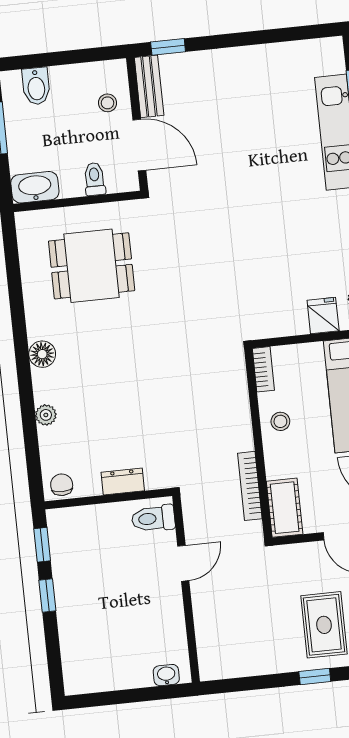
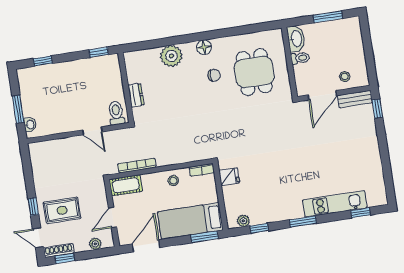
bidet: (36, 86) -> (352, 37), removed
toilet: (95, 179) -> (300, 58), moved
fridge: (323, 316) -> (229, 177), moved
plant: (46, 415) -> (171, 56), width x1.88, depth x1.88
chair: (62, 485) -> (214, 75), moved
window: (47, 596) -> (43, 61), moved
window: (138, 695) -> (18, 109), added

